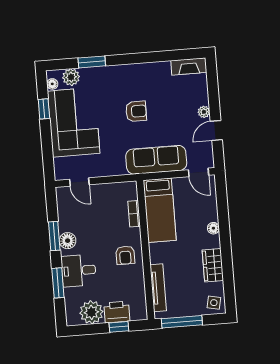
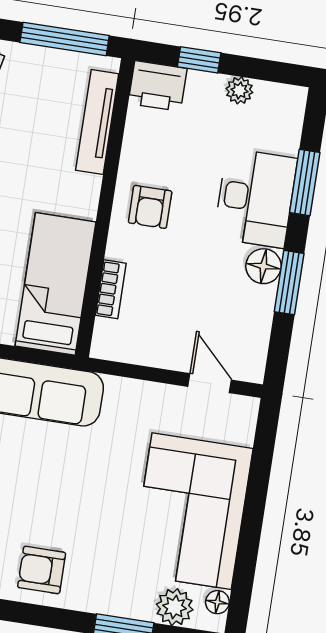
window: (44, 109) -> (247, 554), removed
armchair: (136, 111) -> (42, 570), moved
armchair: (125, 255) -> (150, 207), turned 180
desk: (79, 271) -> (255, 198), width x1.37
plant: (91, 312) -> (239, 90), width x0.53, depth x0.53
printer: (117, 312) -> (158, 86), moved

